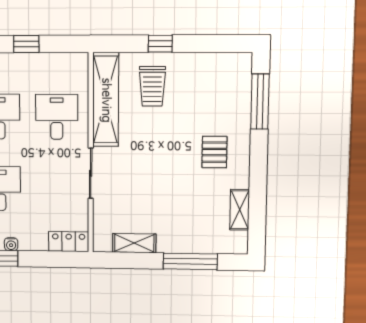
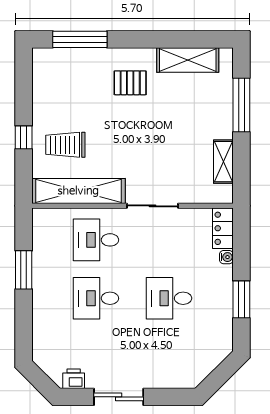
window: (26, 44) -> (24, 270), width x1.50
trolley: (152, 86) -> (65, 145), turned 180
shelving: (240, 210) -> (188, 60), width x1.50, depth x1.33
water cooler: (11, 244) -> (226, 257), moved

